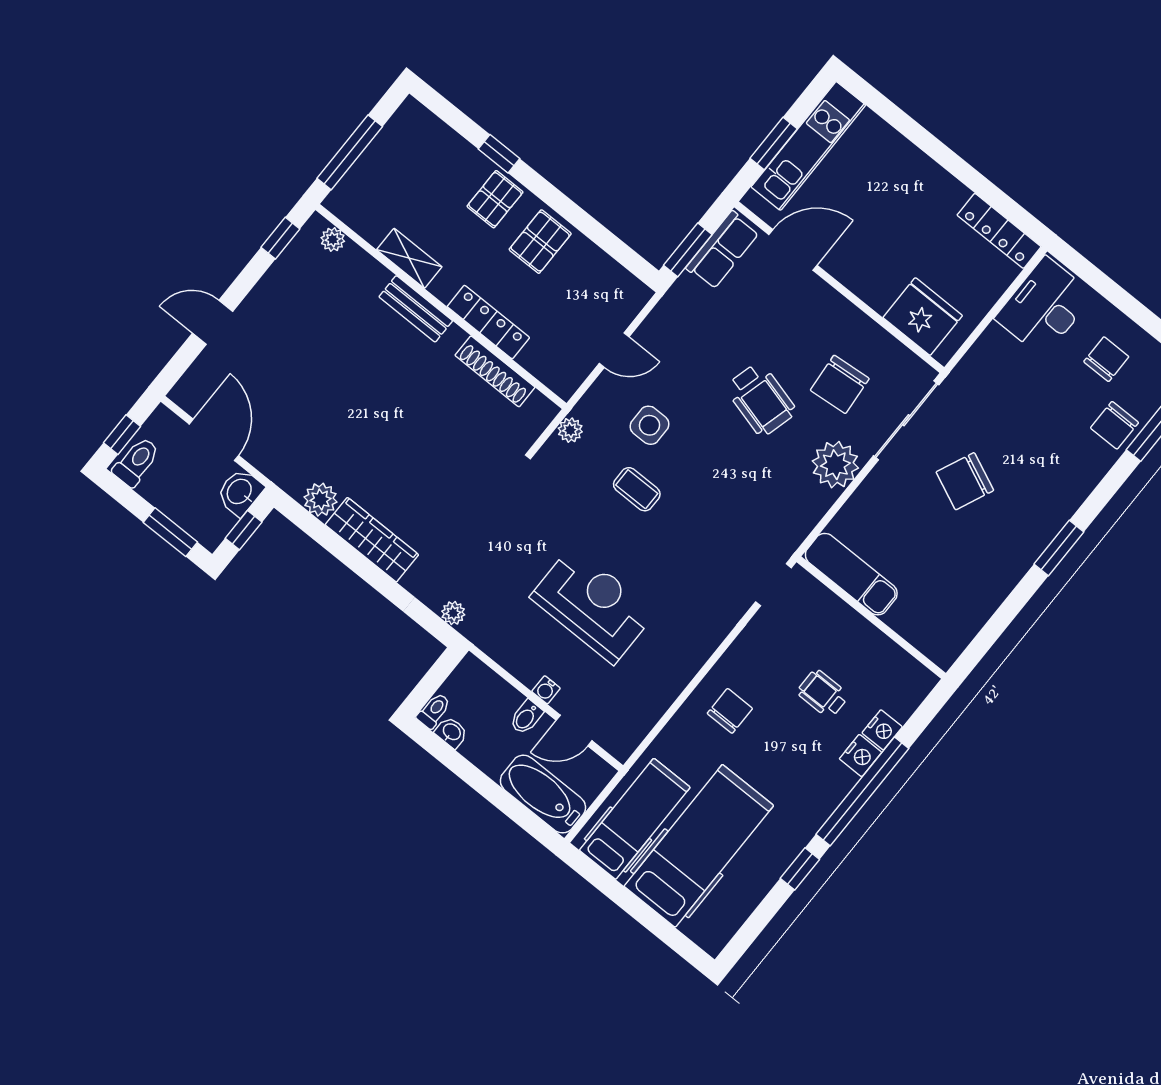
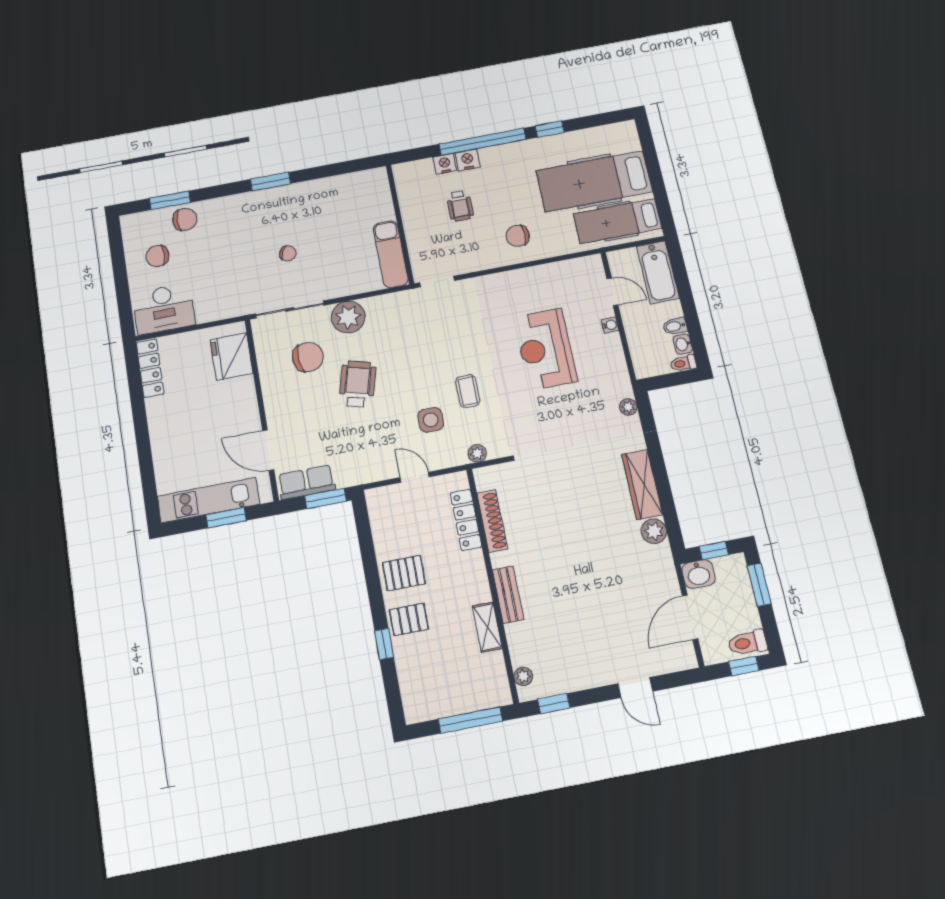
locker: (488, 322) -> (466, 520), moved
chair: (965, 481) -> (288, 253), width x0.54, depth x0.54
bidet: (526, 717) -> (675, 326), moved, turned 180

